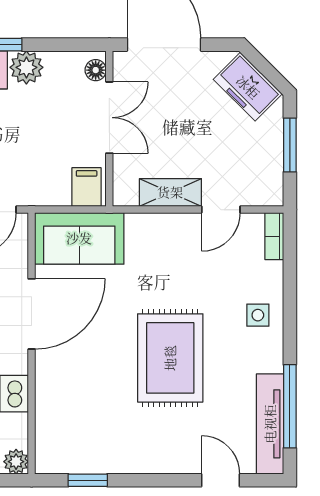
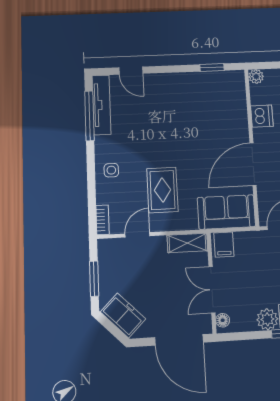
shelving: (170, 192) -> (187, 243), moved
rug: (170, 358) -> (162, 190), moved, width x0.73, depth x0.70

